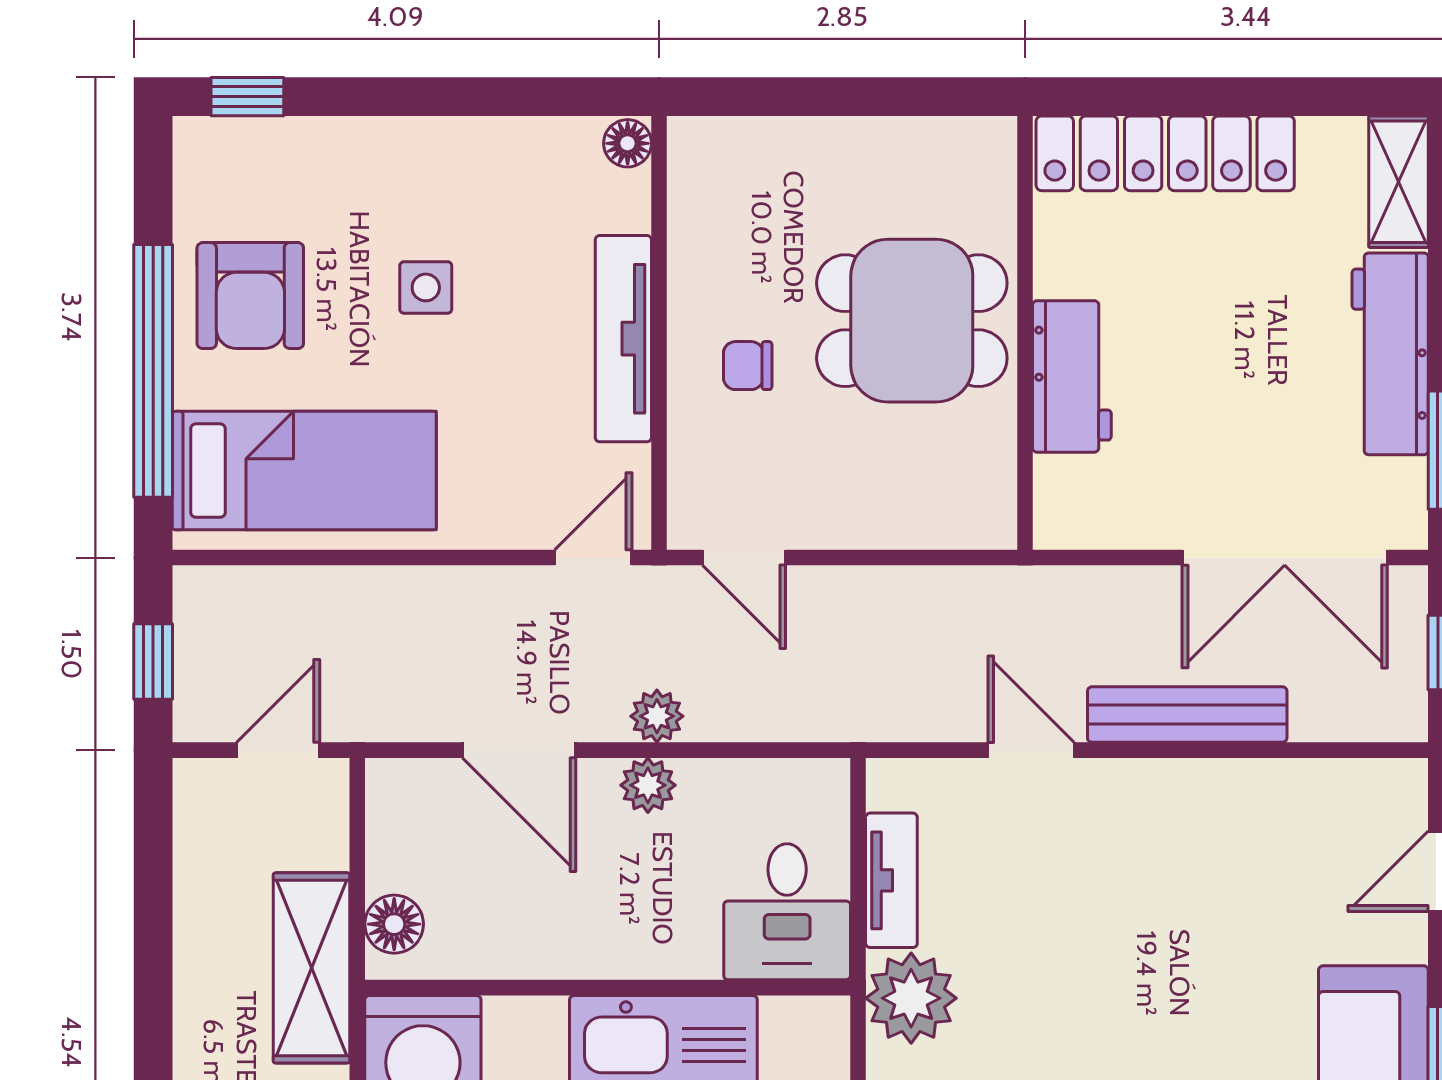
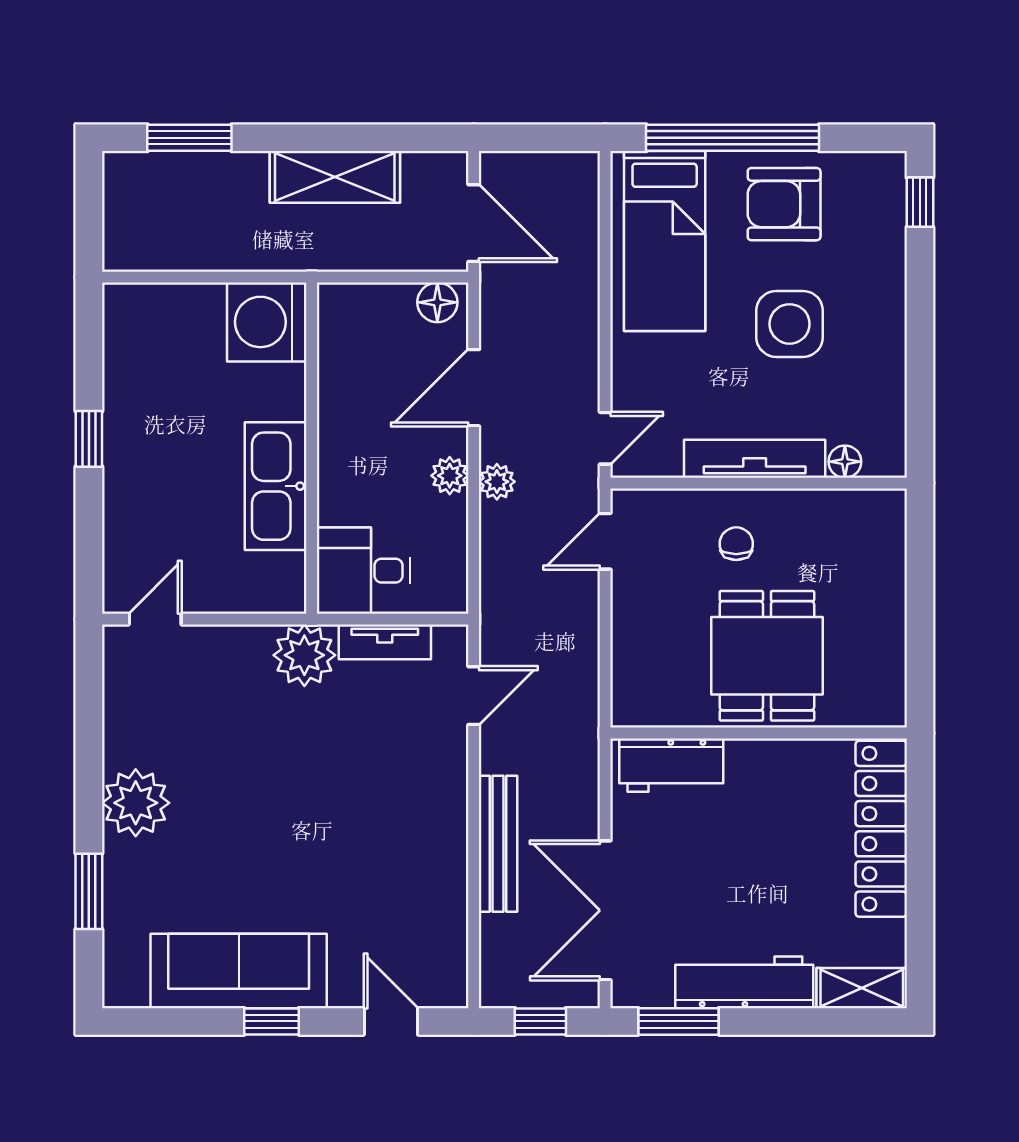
floor lamp: (628, 143) -> (845, 462), moved
side table: (426, 287) -> (790, 324), width x1.87, depth x1.87
workbench: (1072, 376) -> (671, 765), moved
door: (593, 558) -> (605, 438), hinge flipped
window: (153, 661) -> (534, 138), removed
door: (278, 750) -> (474, 223), width x1.38
door: (1031, 750) -> (474, 696), moved
floor lamp: (394, 924) -> (437, 302), moved
shelving: (311, 968) -> (335, 177), moved

